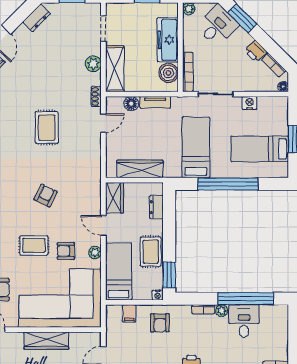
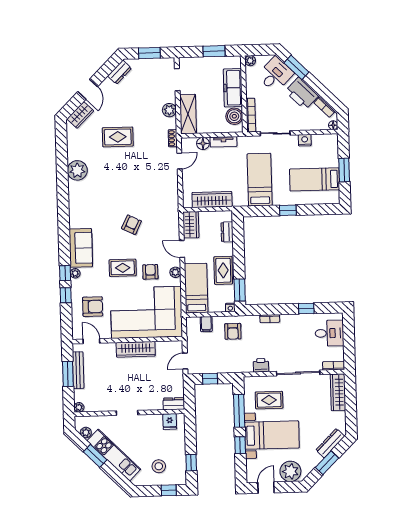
printer: (256, 51) -> (302, 94), width x1.87, depth x1.48
rug: (47, 128) -> (118, 137), moved, turned 90
window: (228, 184) -> (288, 210), width x0.32
armchair: (66, 251) -> (150, 272), turned 90
window: (246, 299) -> (306, 308), width x0.32
plant: (222, 311) -> (286, 319), removed
desk: (244, 321) -> (329, 333), moved, turned 90

